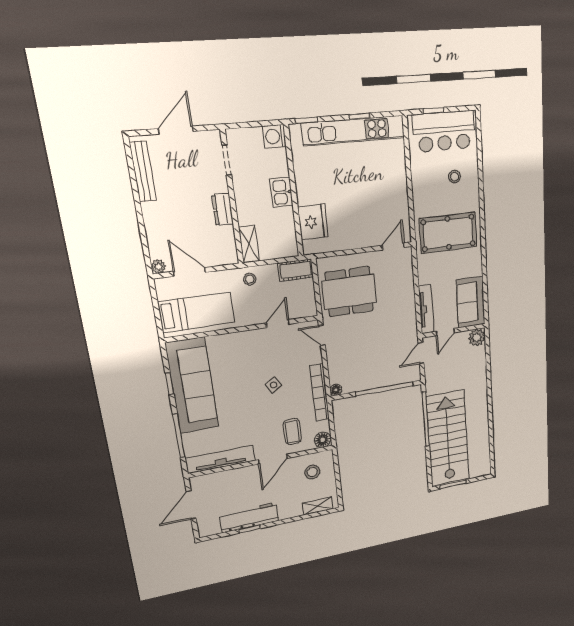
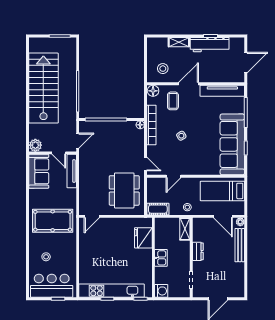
bench: (143, 171) -> (240, 245), moved
dining table: (349, 292) -> (124, 190), turned 90
door: (445, 332) -> (59, 153), swing flipped
stairs: (448, 438) -> (43, 88), moved, turned 180
shelving: (318, 506) -> (179, 42), moved

